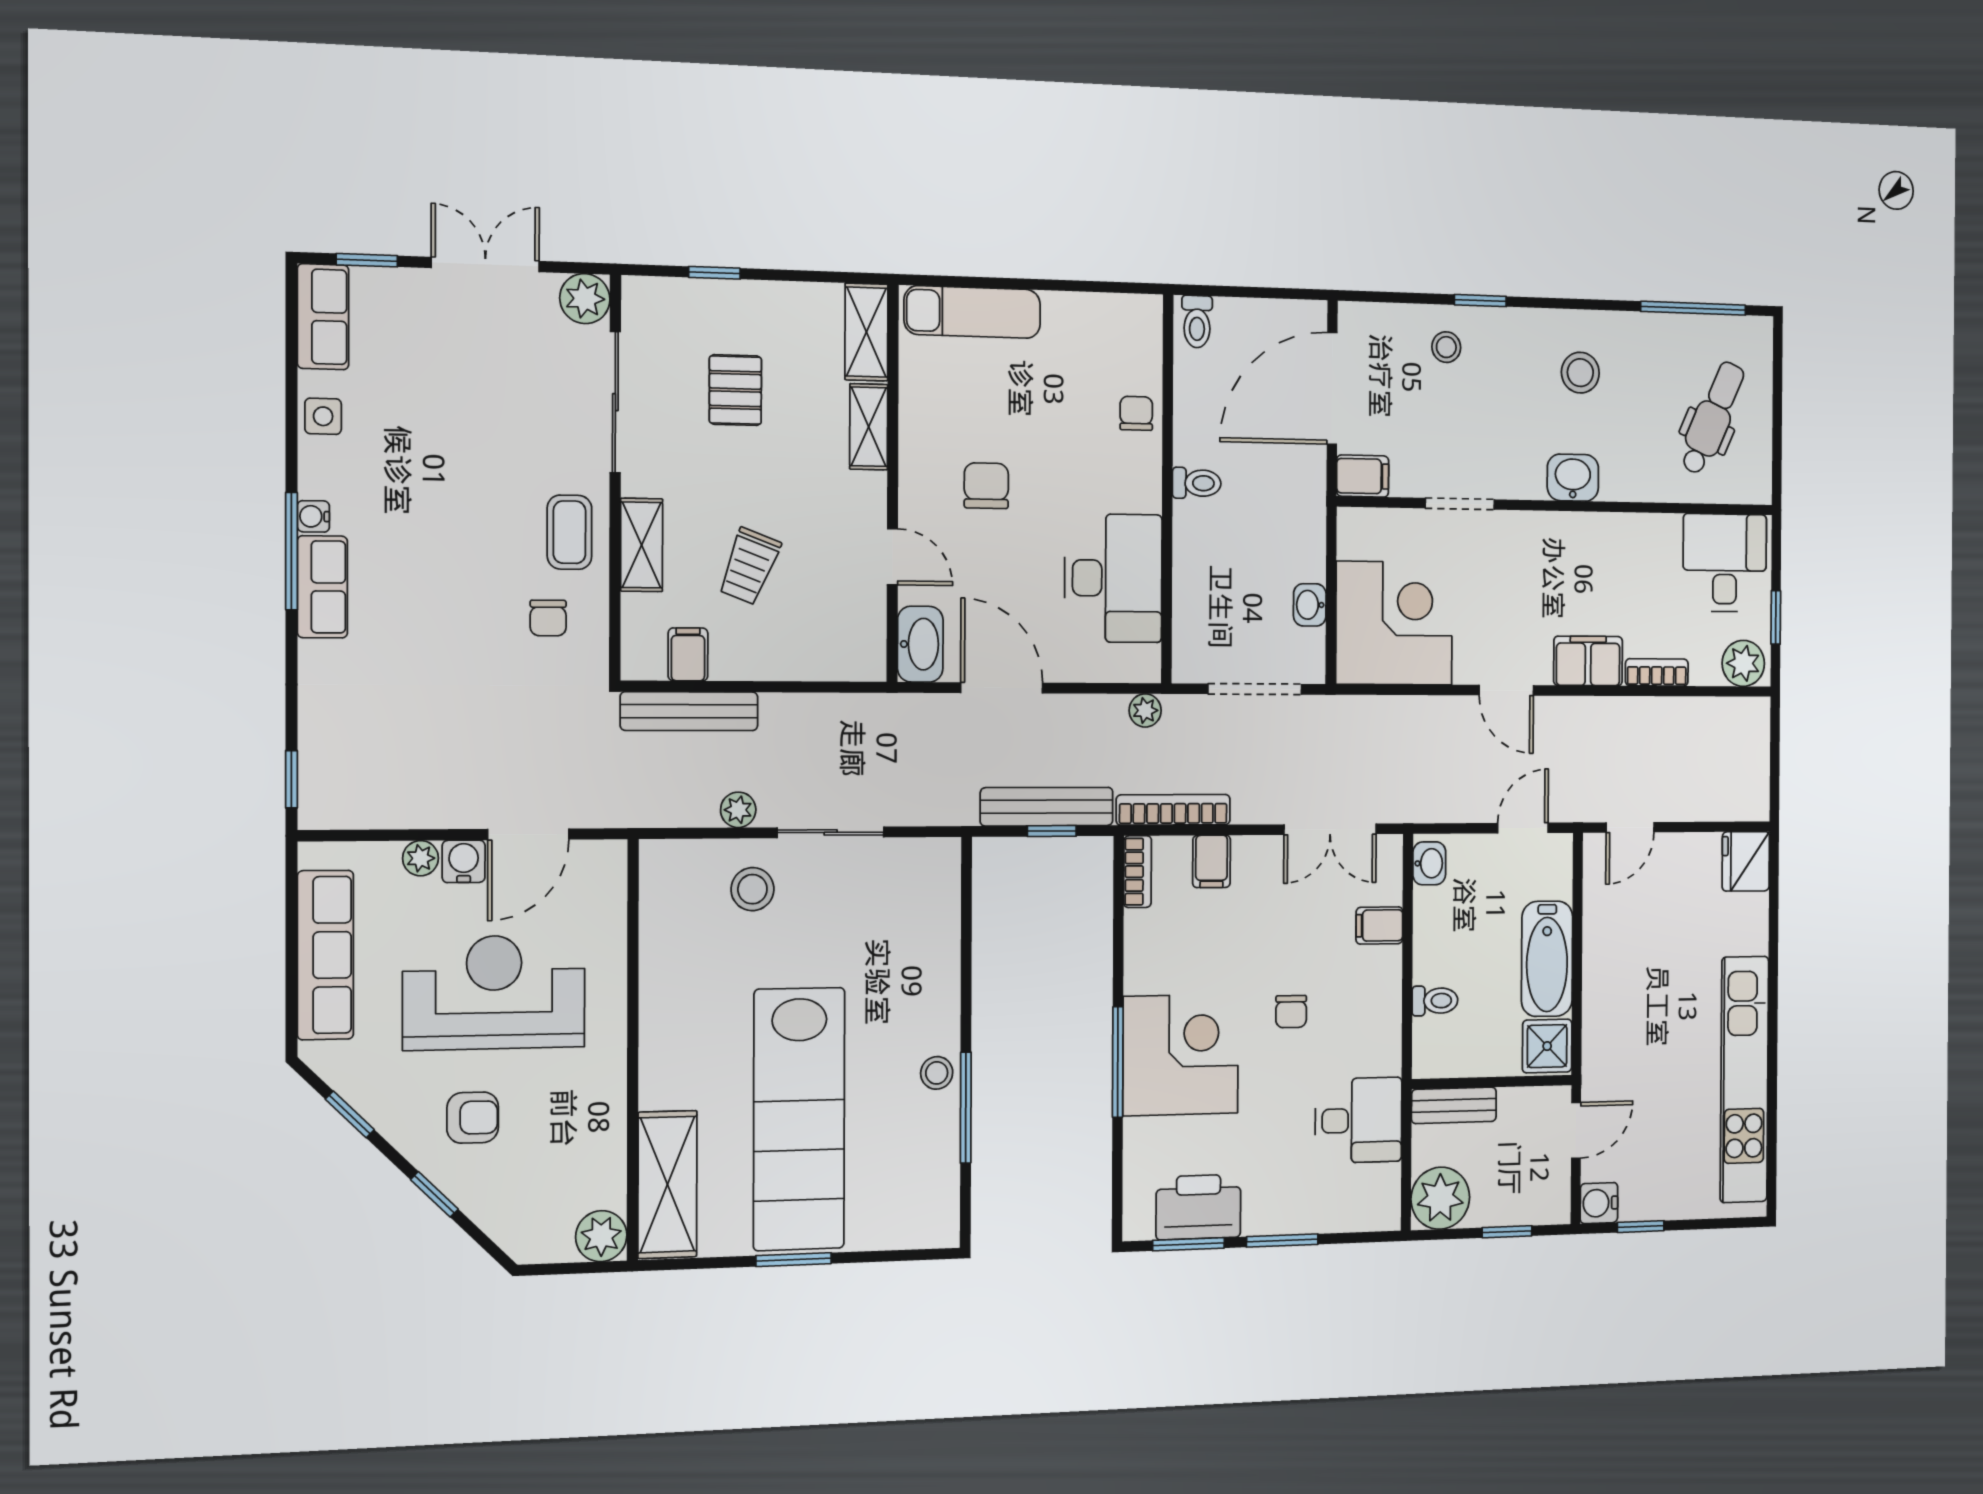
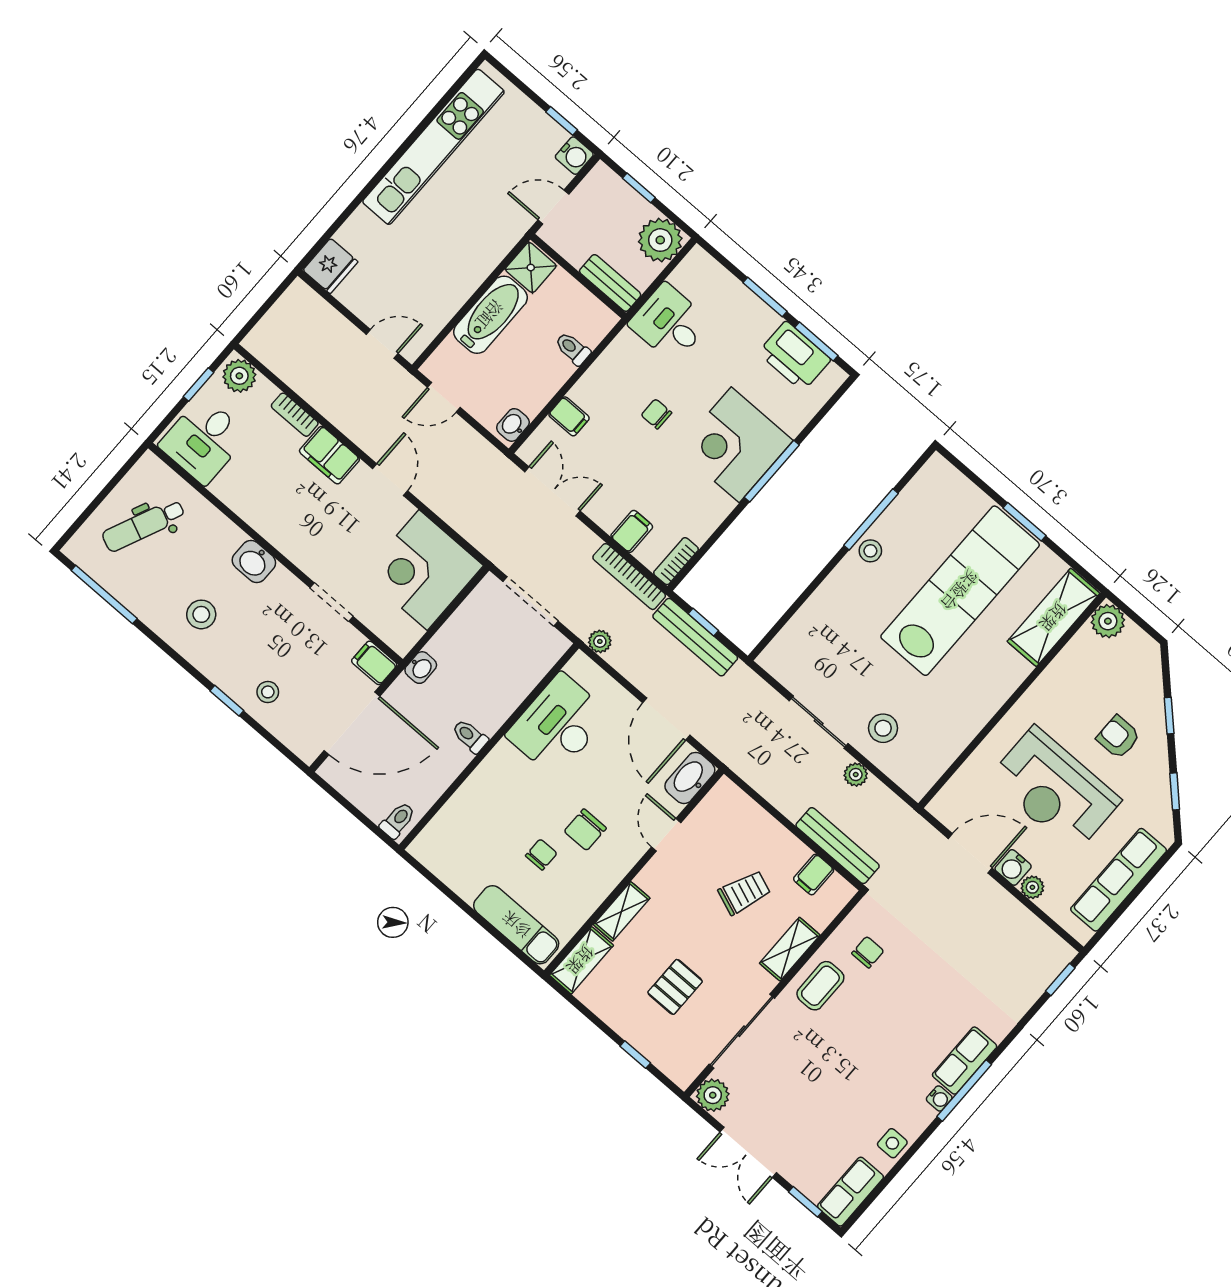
chair: (1136, 413) -> (541, 855), moved, turned 180
washbasin: (1310, 605) -> (421, 668), moved
chair: (1291, 1012) -> (656, 414), turned -90

